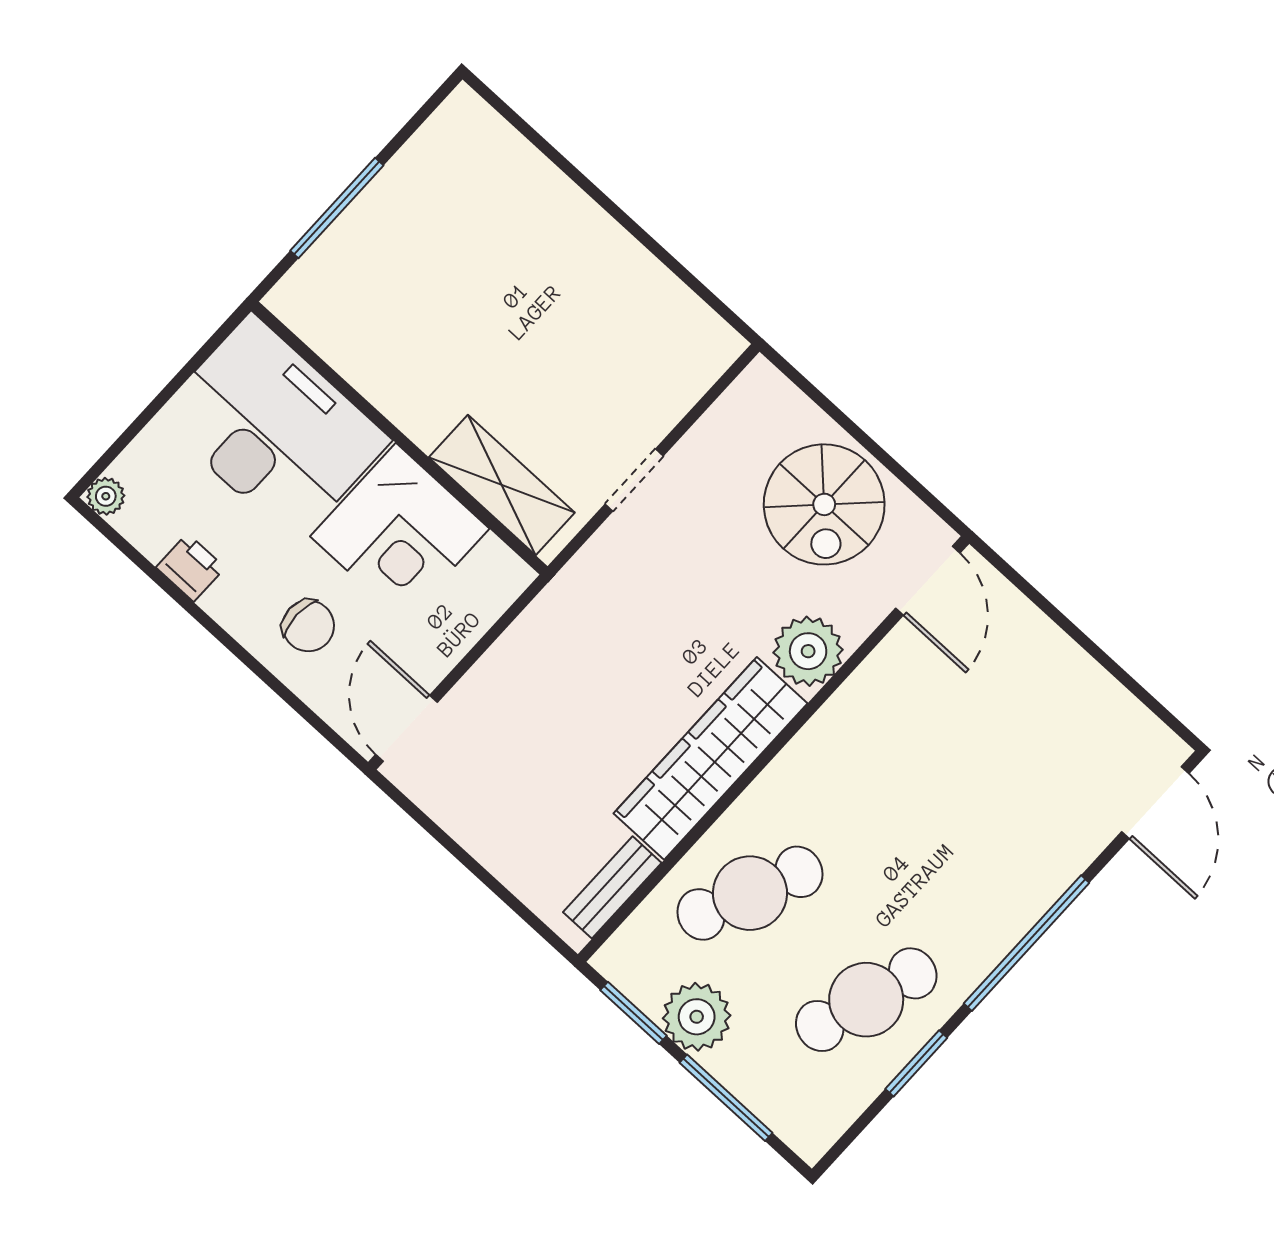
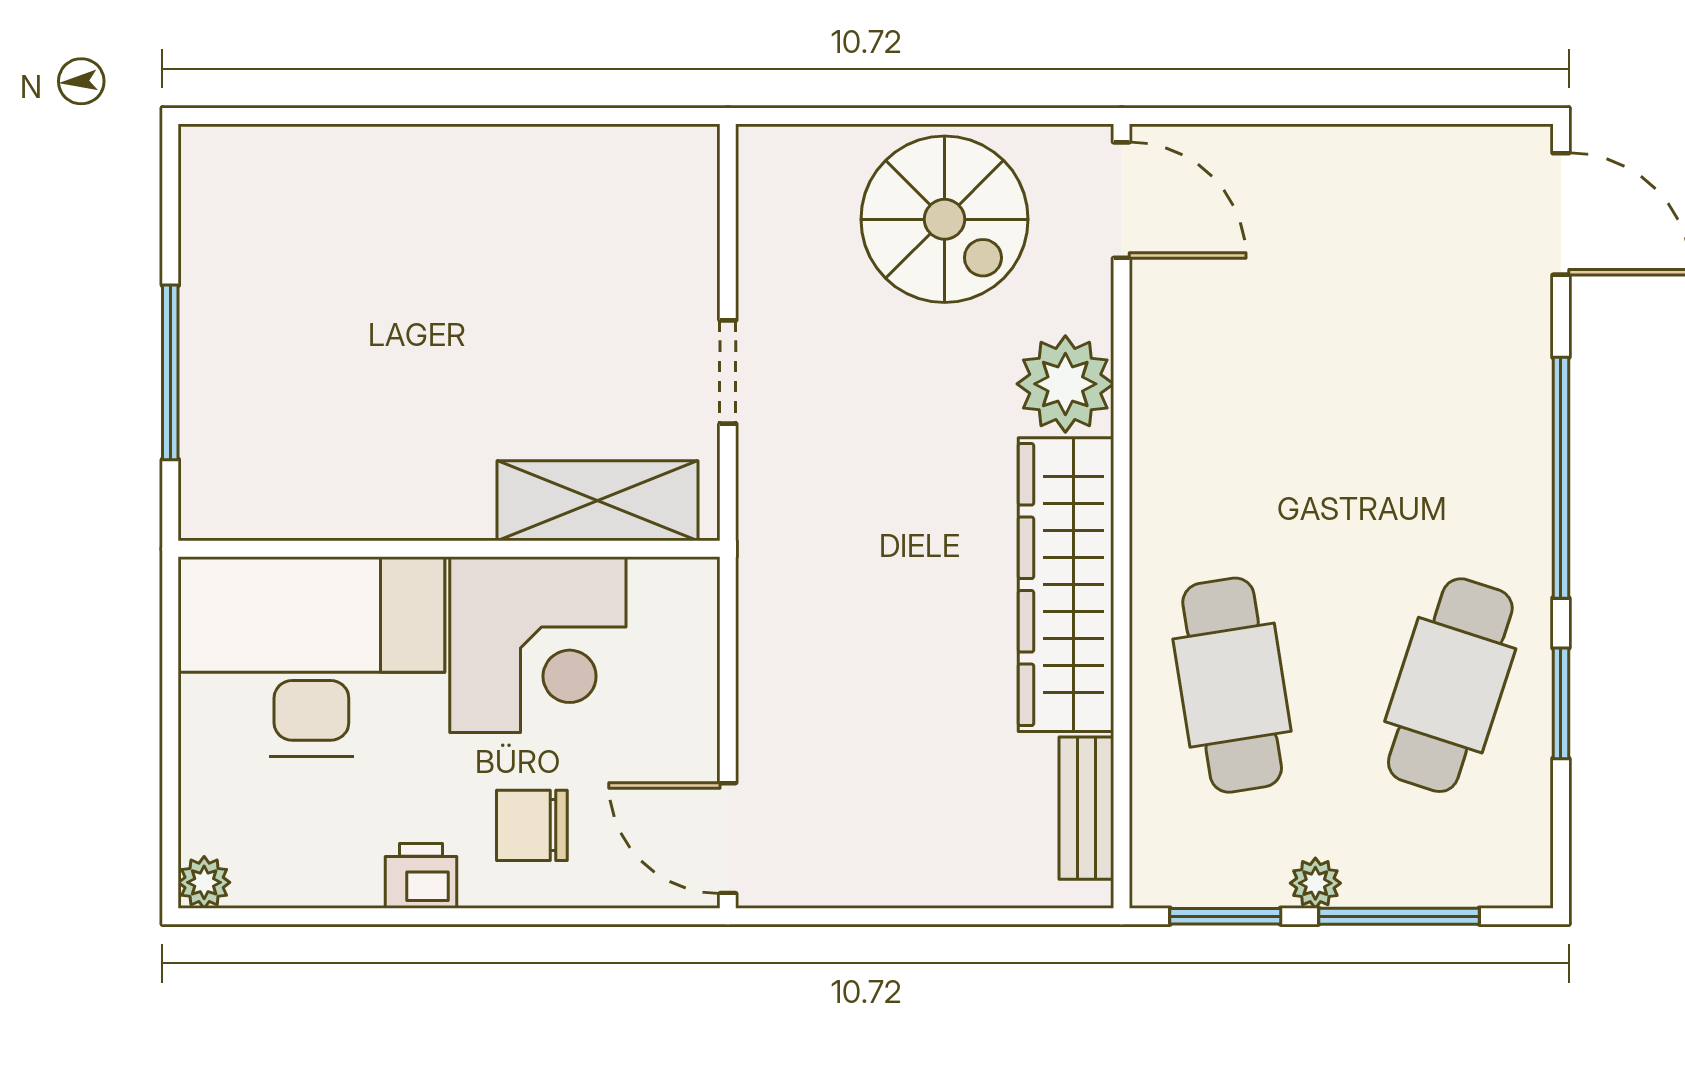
printer: (191, 567) -> (421, 876), moved
chair: (308, 626) -> (532, 825), turned 180
cafe table: (750, 893) -> (1232, 685), turned -33
plant: (697, 1017) -> (1315, 883), width x0.53, depth x0.53

